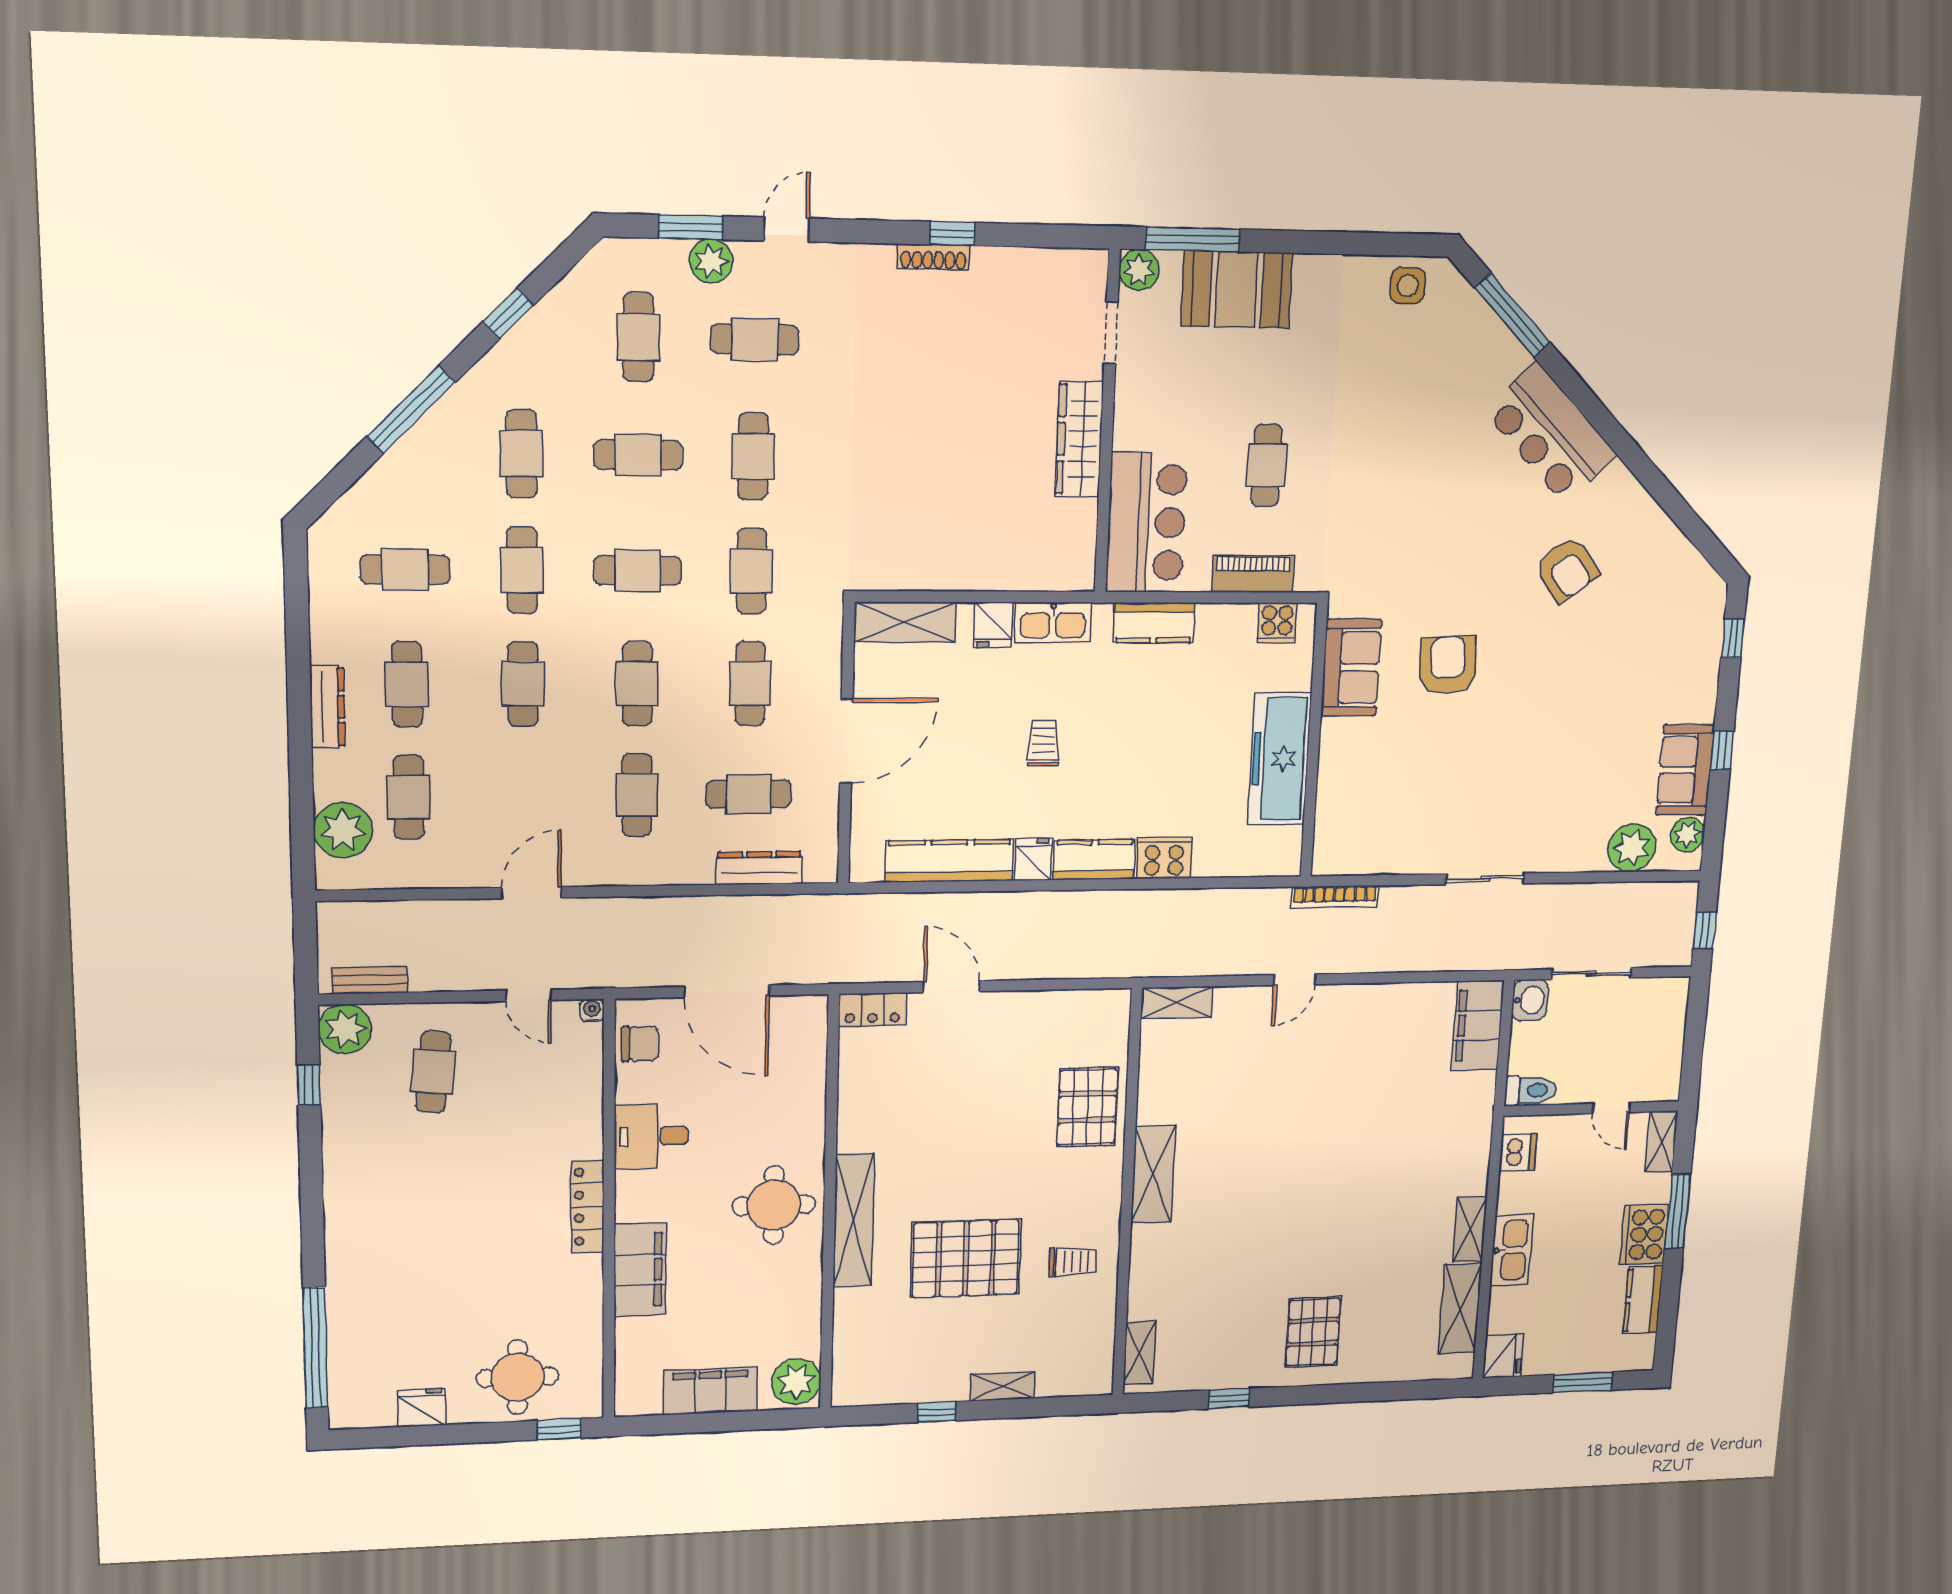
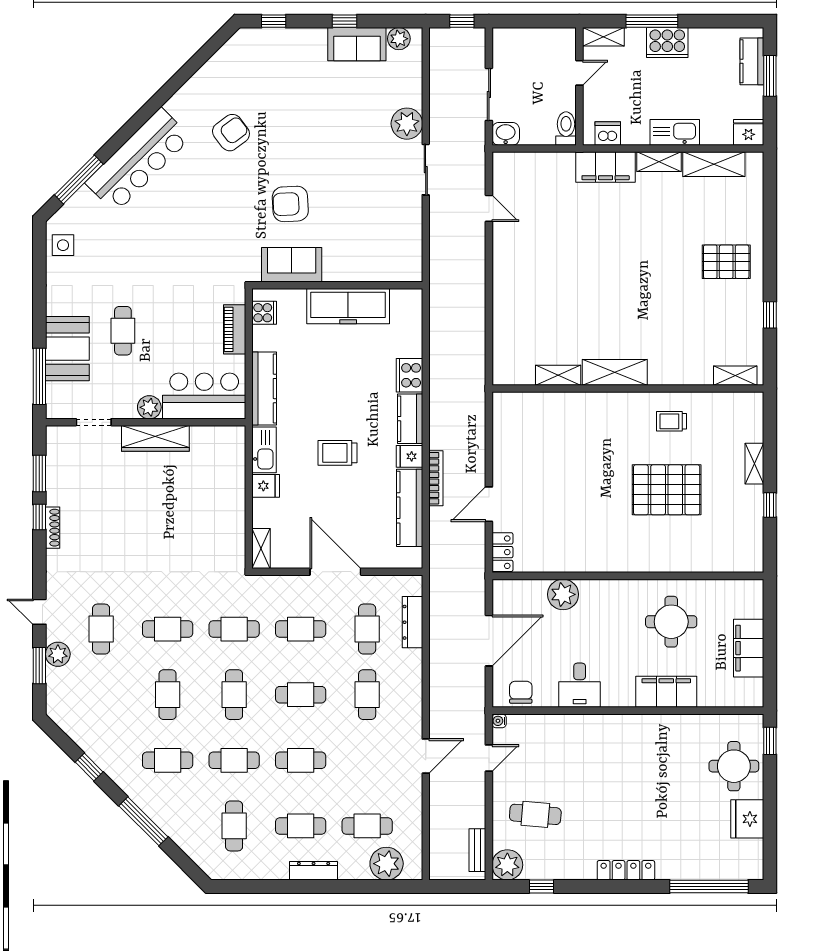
window: (1027, 235) -> (39, 473), added
plant: (1139, 270) -> (149, 407), moved
cafe table: (638, 337) -> (101, 695), removed
bar counter: (1550, 433) -> (138, 160), width x1.36
cafe table: (1267, 465) -> (123, 331), moved, turned 90
shelving: (905, 622) -> (261, 548), width x0.67, depth x0.75
kitchen counter: (1154, 623) -> (264, 389), width x1.50
trolley: (1043, 743) -> (338, 453), width x1.36, depth x1.39
cafe table: (637, 795) -> (367, 695), turned 90
plant: (1632, 848) -> (407, 124), moved
door: (531, 893) -> (426, 756), swing flipped
bookcase: (1335, 897) -> (436, 478), moved
door: (1295, 980) -> (489, 208), moved
shelving: (1177, 1003) -> (558, 375), moved, turned 90
filing cabinet: (1478, 1025) -> (606, 167), moved
pallet: (1087, 1107) -> (569, 416), removed
round table: (774, 1205) -> (671, 622), moved
locker: (587, 1207) -> (626, 870), moved, turned 180
shelving: (854, 1220) -> (639, 561), removed
pallet: (966, 1259) -> (667, 490), turned 90
trolley: (1073, 1262) -> (671, 421), turned -90
kitchen counter: (1643, 1300) -> (752, 61), moved, turned 90
plant: (796, 1382) -> (563, 594), moved
fridge: (422, 1408) -> (747, 819), width x1.36, depth x1.34

